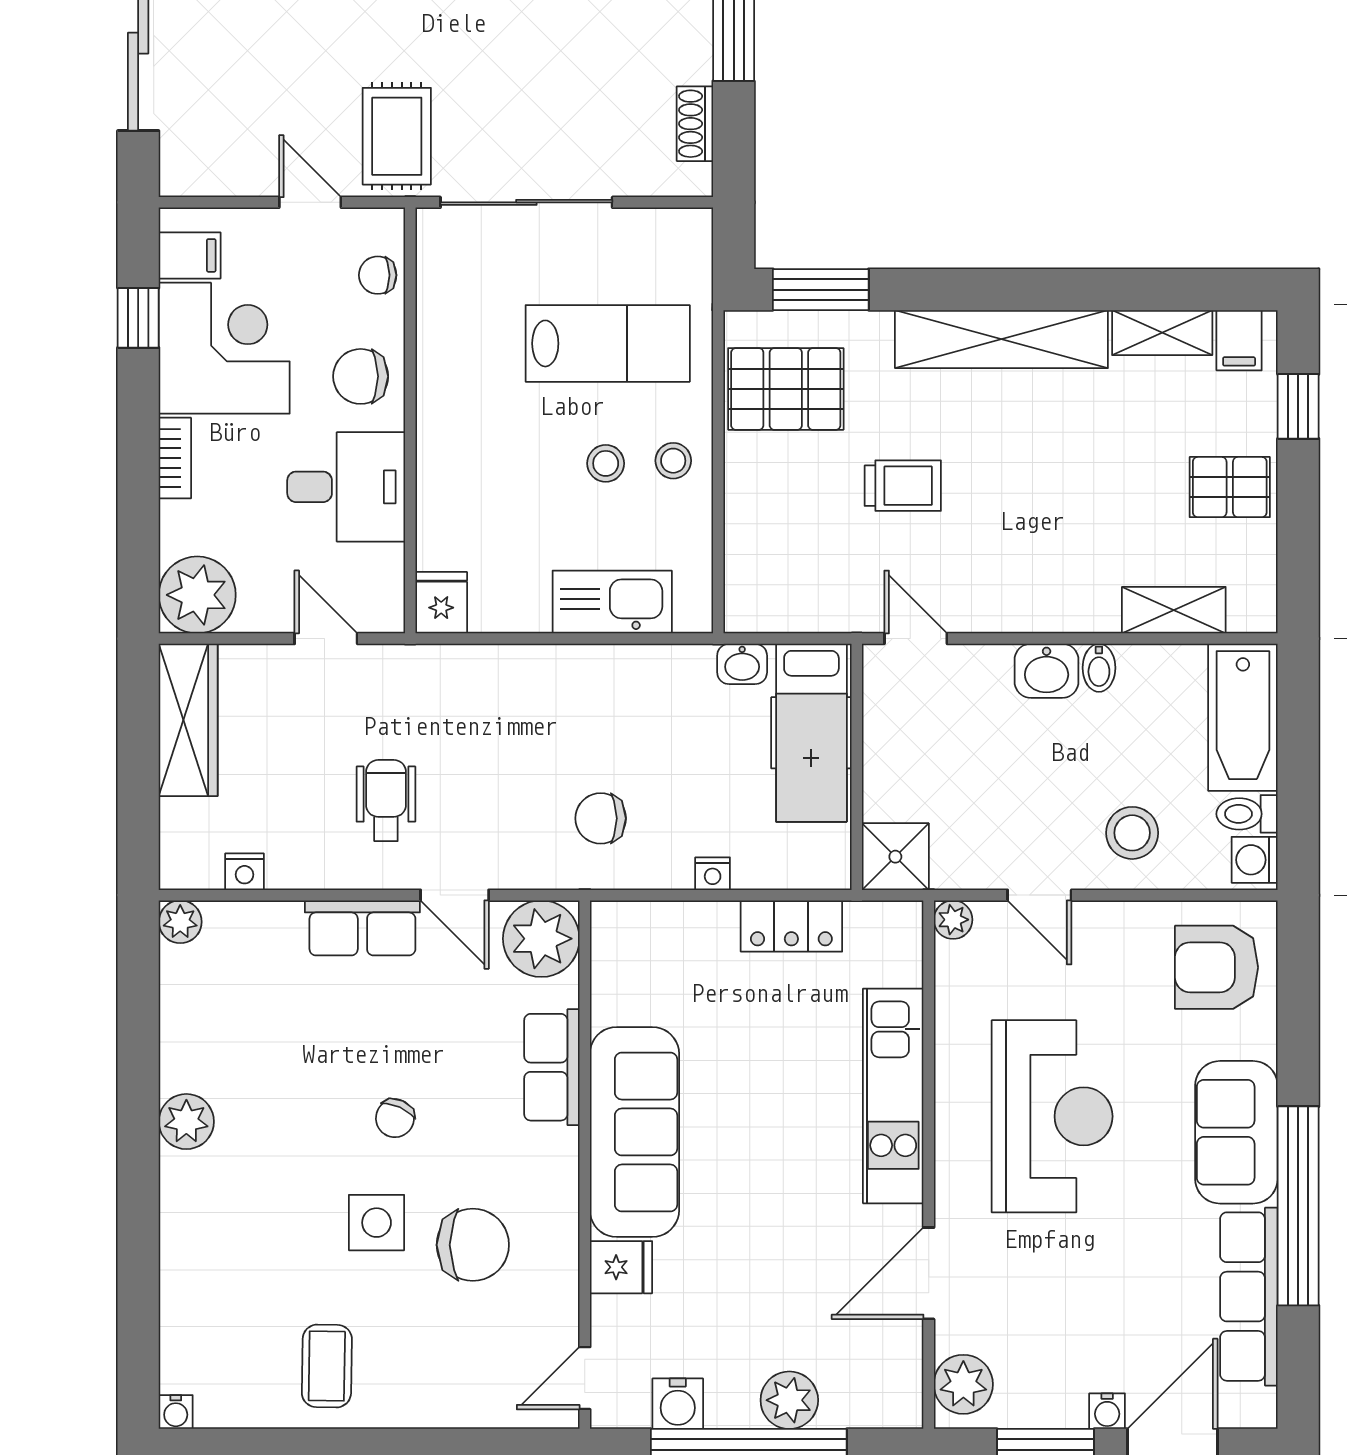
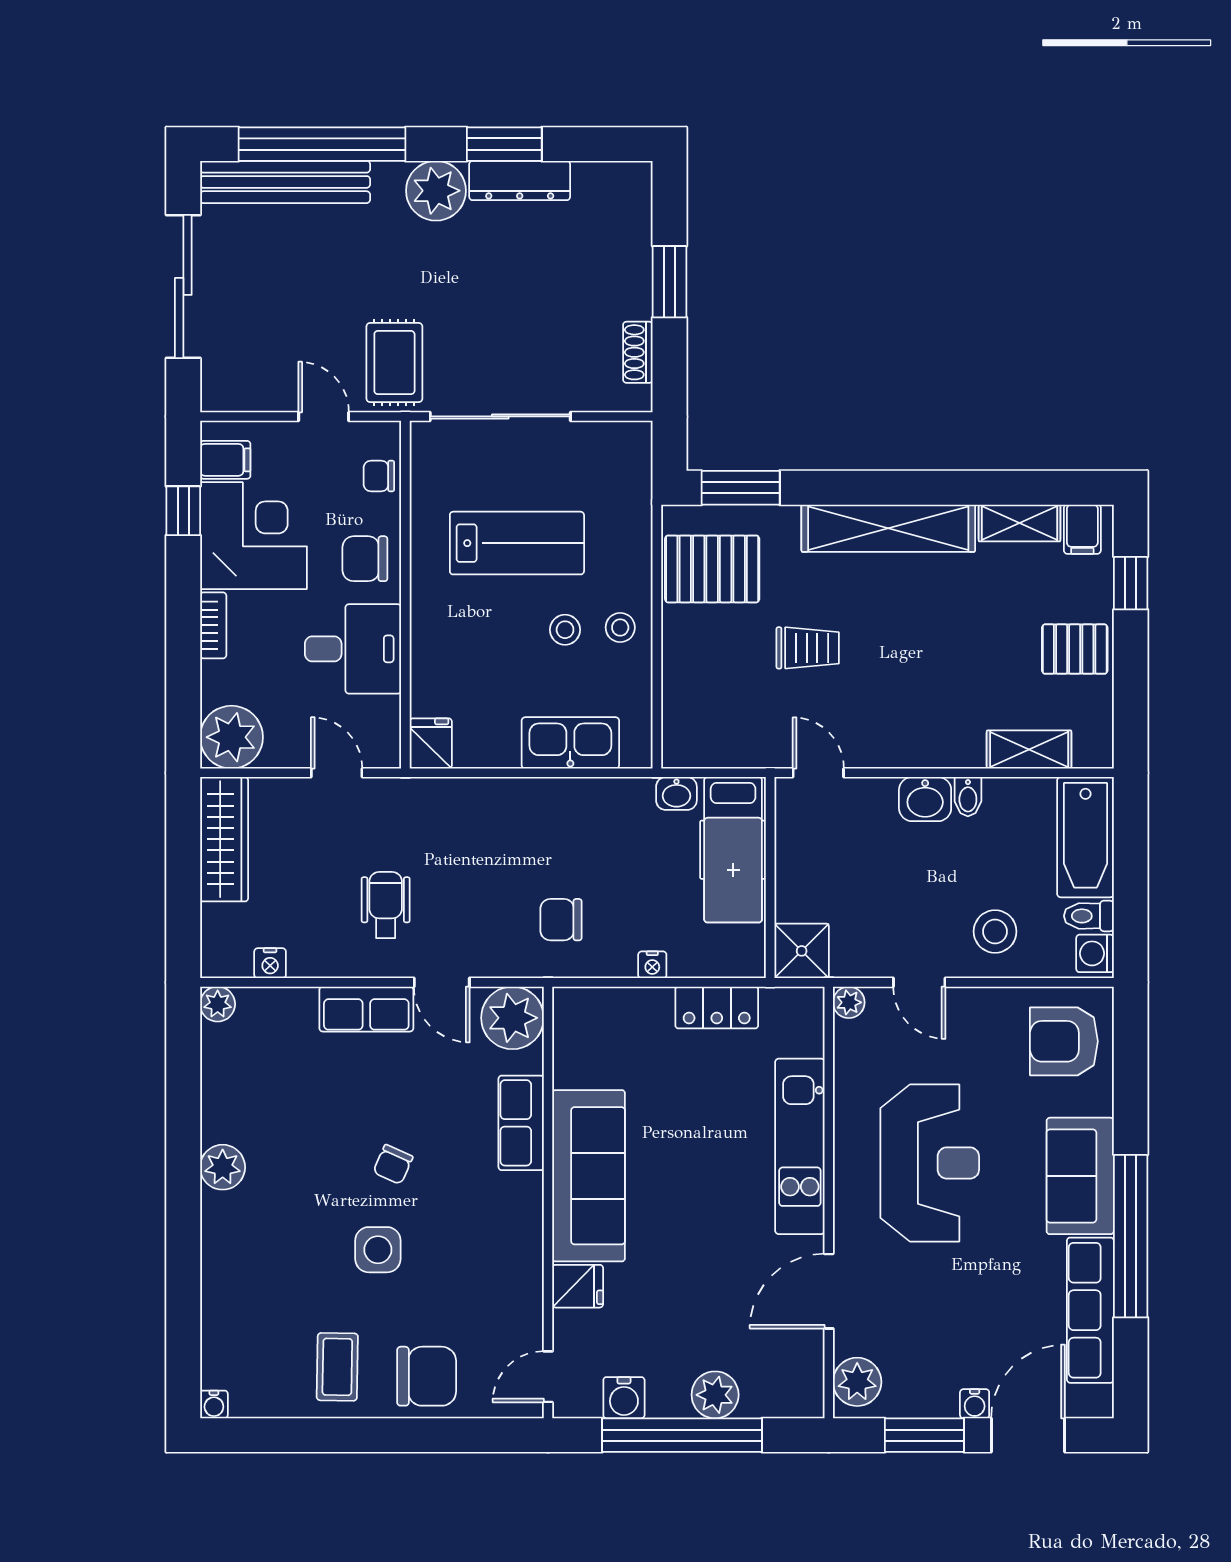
lab bench: (608, 343) -> (517, 543), moved
chair: (473, 1245) -> (427, 1376), moved

